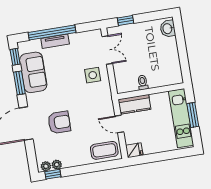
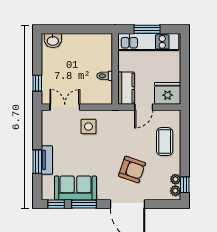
window: (52, 32) -> (37, 162), width x0.47
armchair: (59, 122) -> (132, 169), turned 109
coffee table: (104, 150) -> (165, 142), moved
fridge: (134, 150) -> (168, 93), width x1.88, depth x1.34

